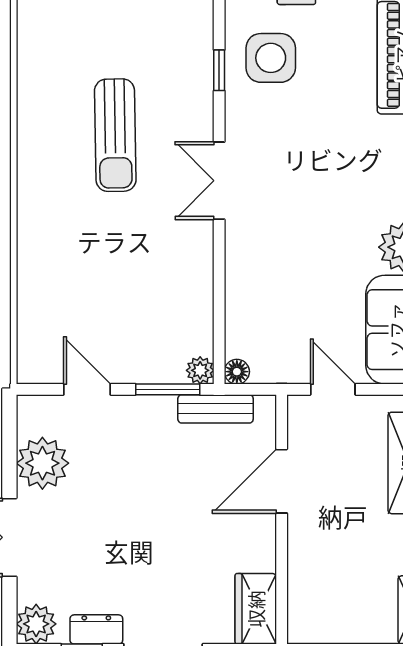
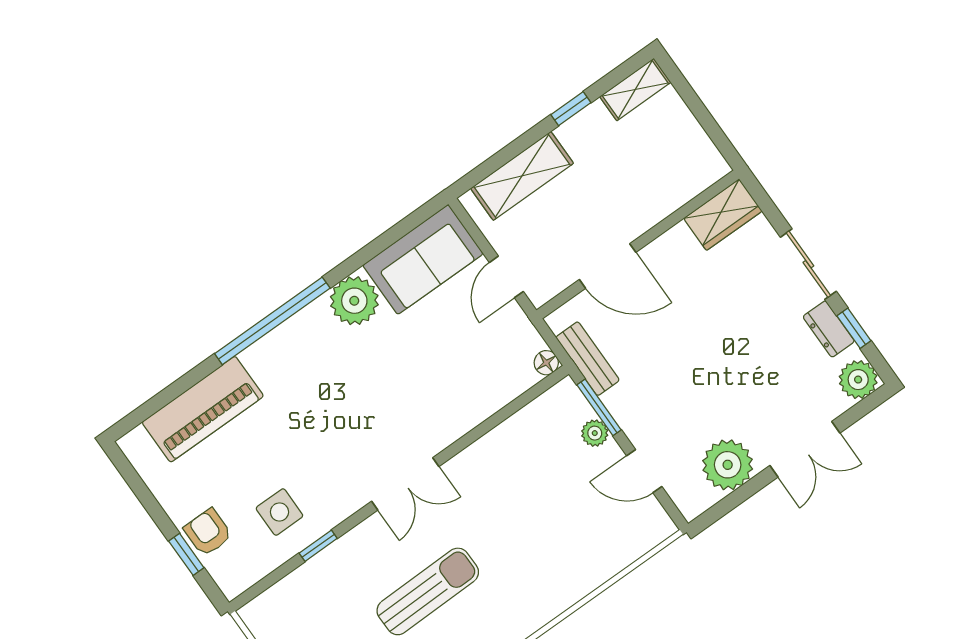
side table: (271, 58) -> (279, 512), width x0.73, depth x0.73
plant: (200, 370) -> (595, 433), moved
door: (87, 389) -> (644, 471), hinge flipped

